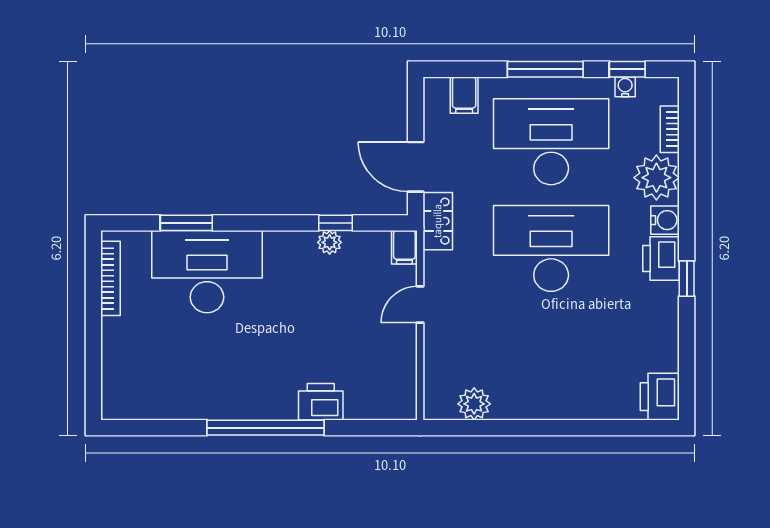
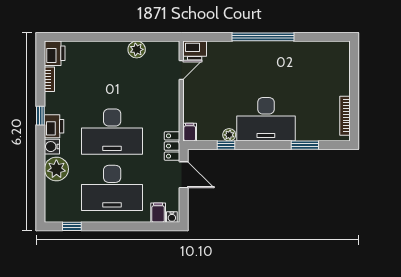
window: (545, 69) -> (115, 226), removed
water cooler: (625, 87) -> (172, 217), moved
bookcase: (670, 129) -> (49, 79), moved
desk: (207, 272) -> (266, 119), moved
door: (420, 305) -> (181, 70), moved
printer: (321, 402) -> (195, 51), moved
plant: (474, 404) -> (137, 49), moved

